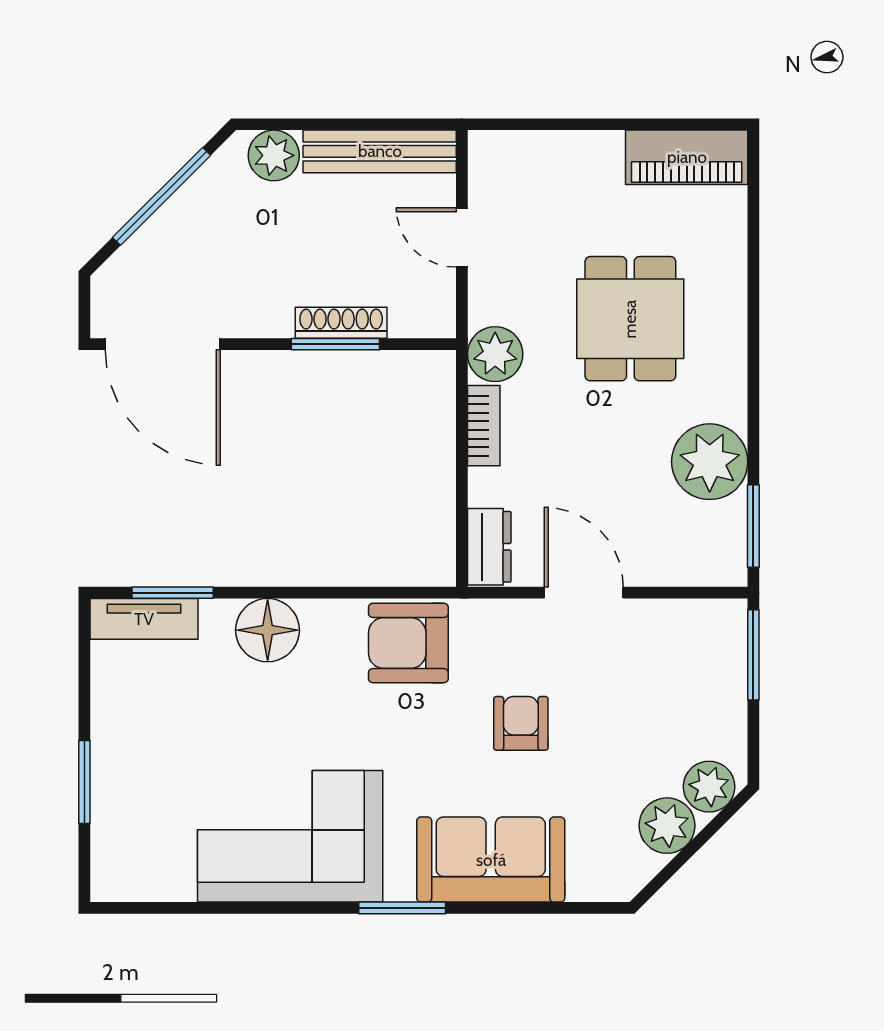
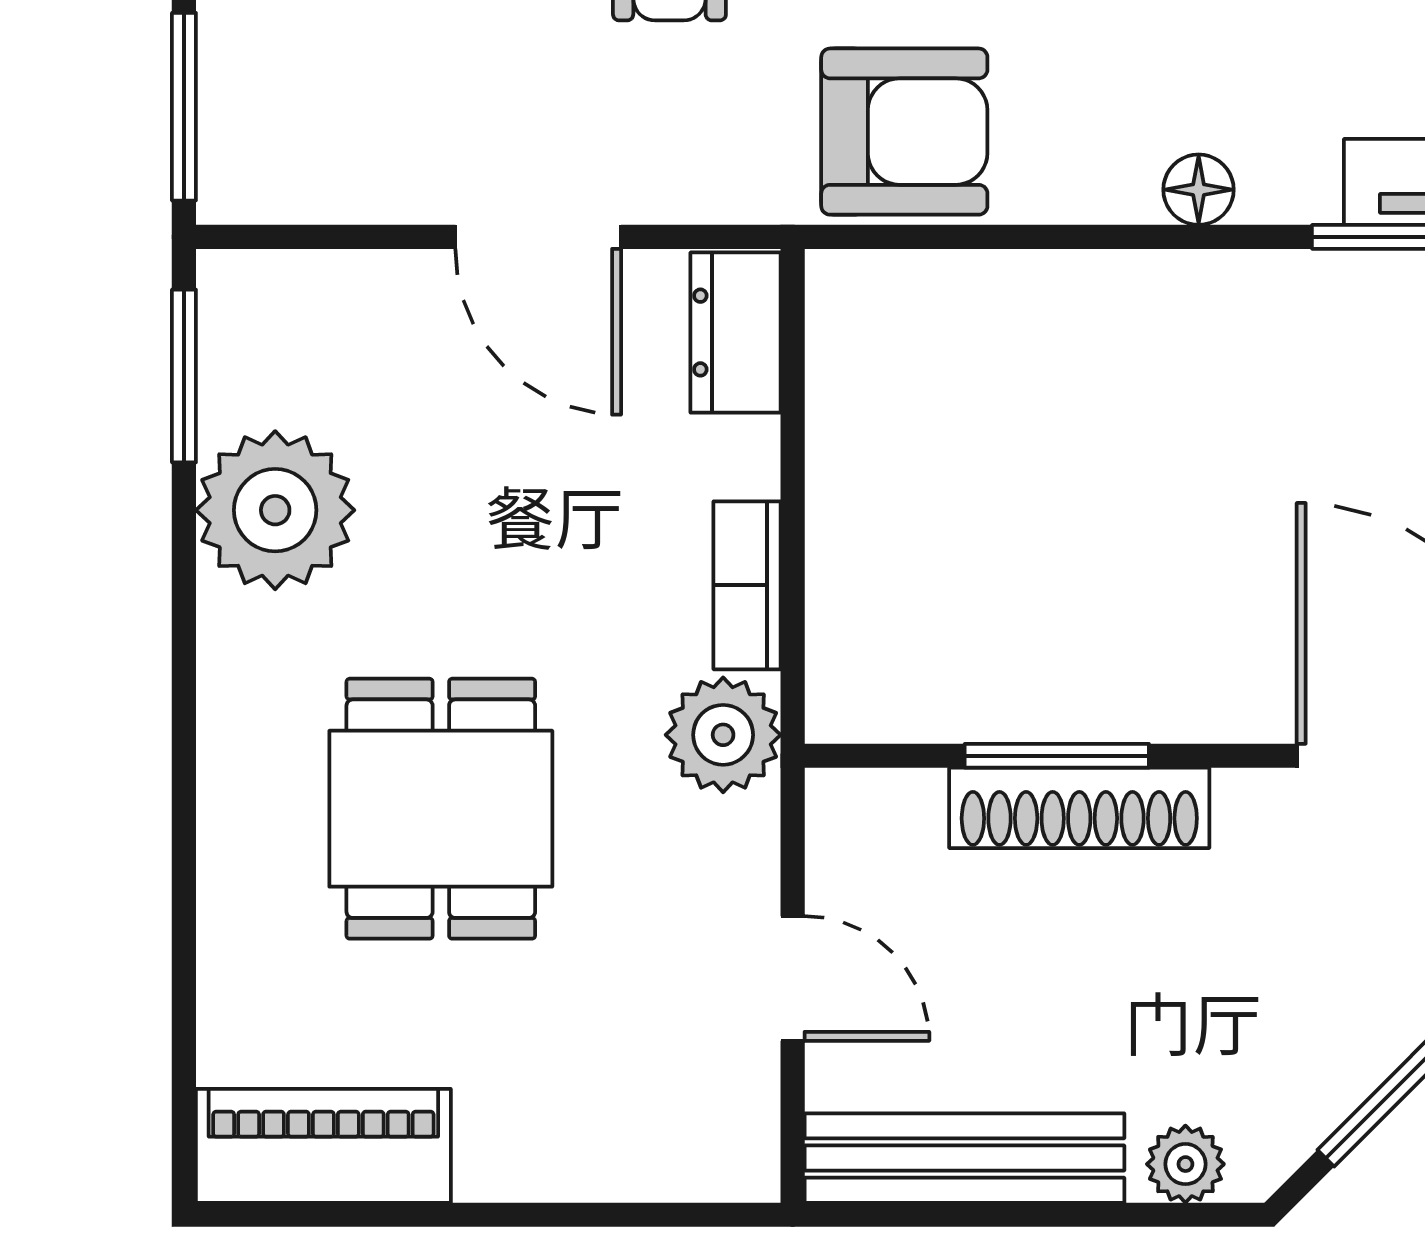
plant: (274, 155) -> (1185, 1164), width x0.73, depth x0.73
shoe rack: (341, 323) -> (1079, 808), width x1.36, depth x1.24
floor lamp: (268, 630) -> (1199, 190), width x0.53, depth x0.53

